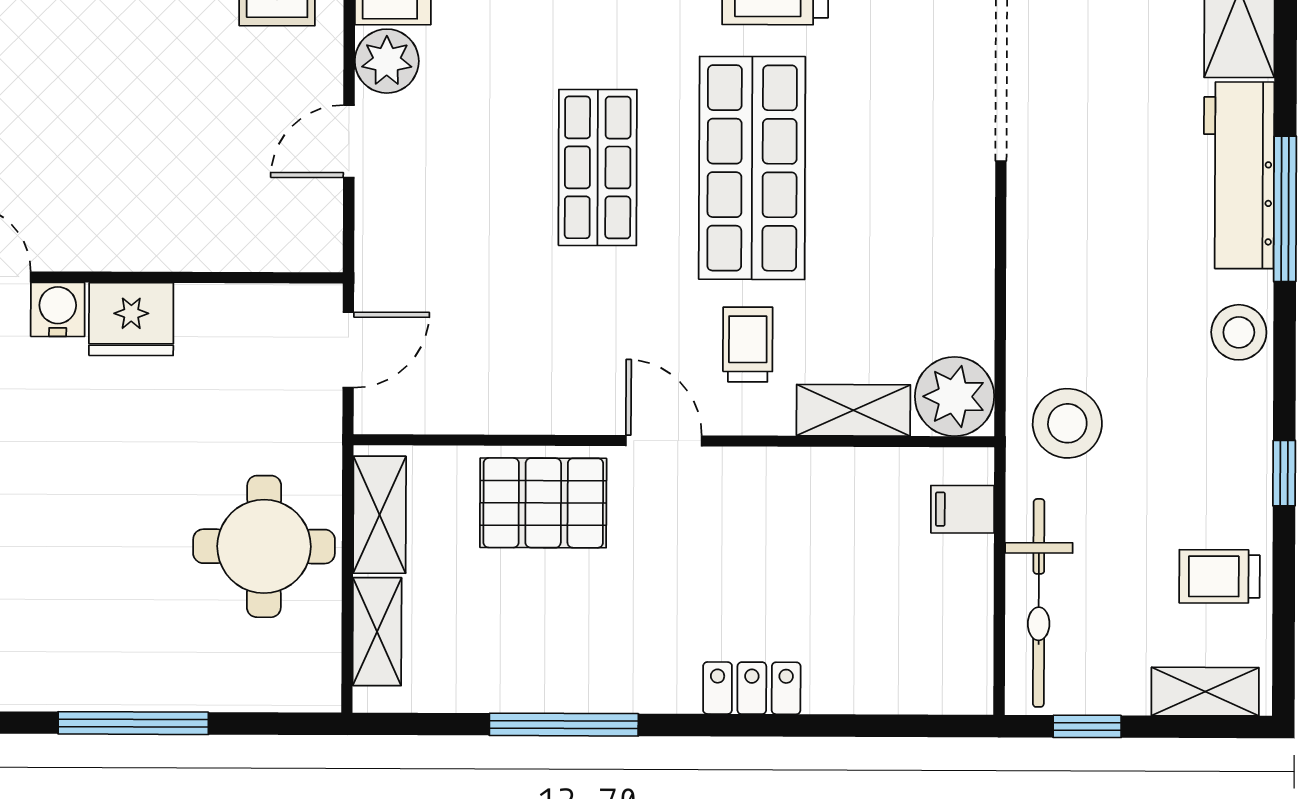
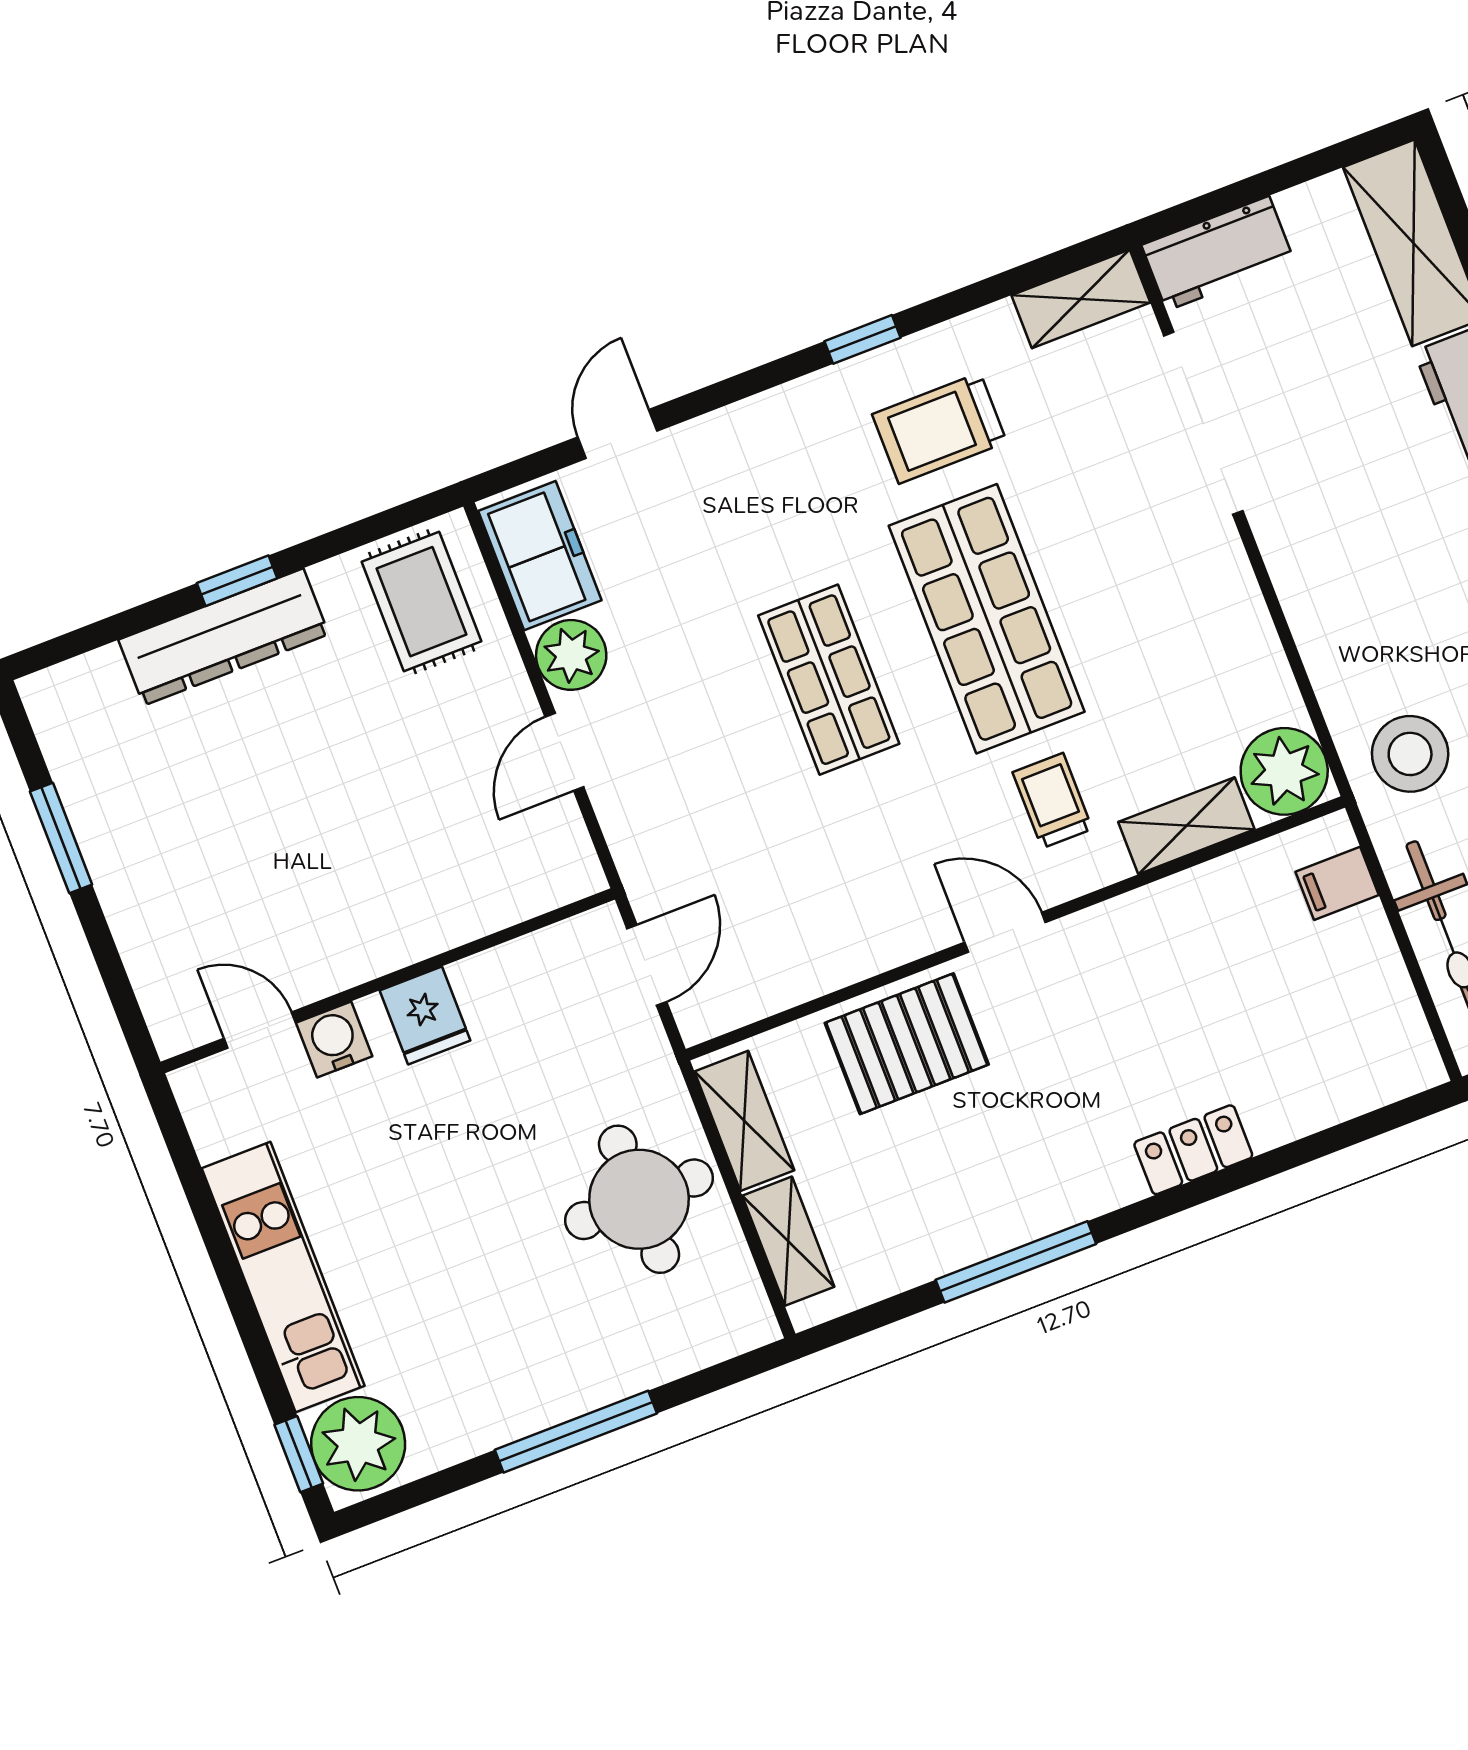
fridge: (131, 319) -> (425, 1015), width x0.72

